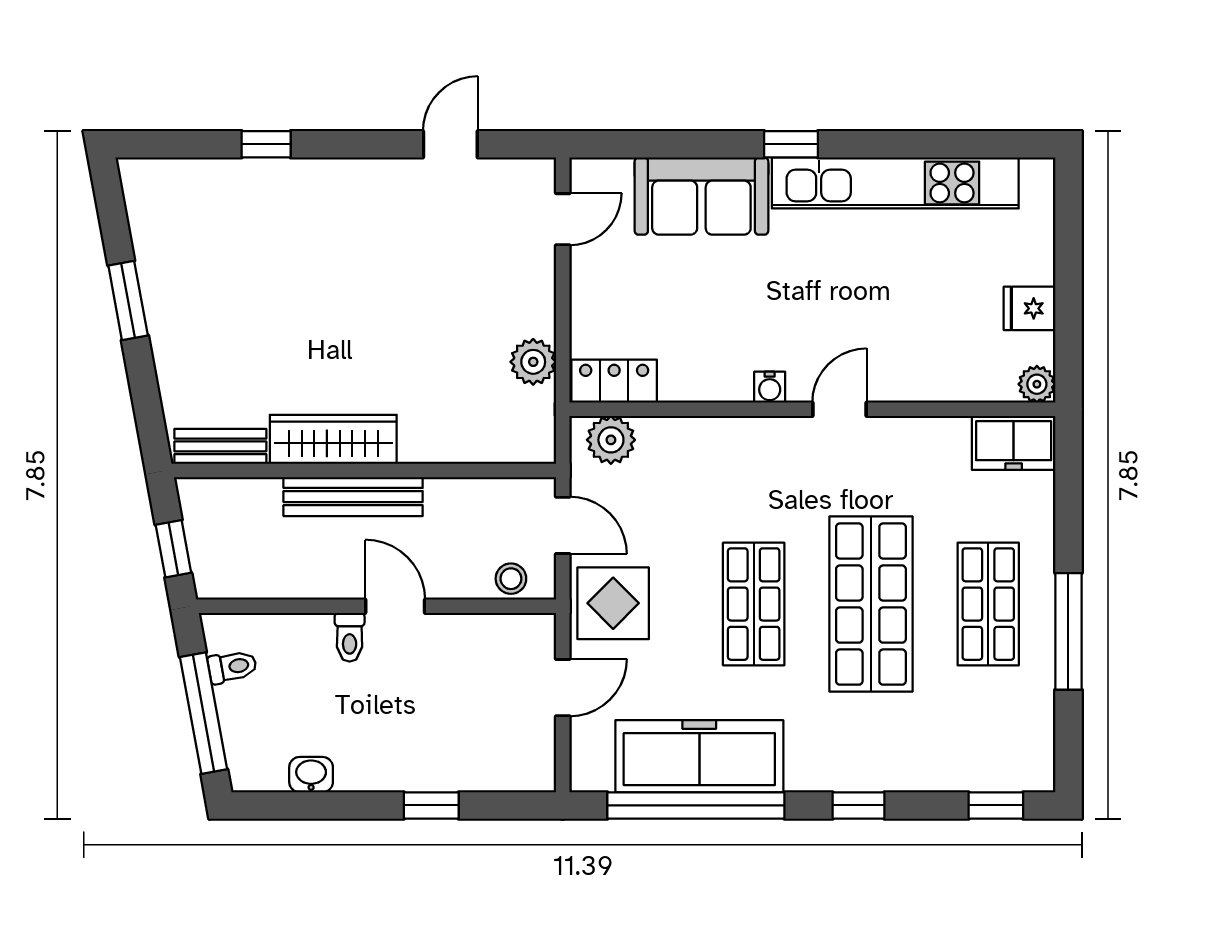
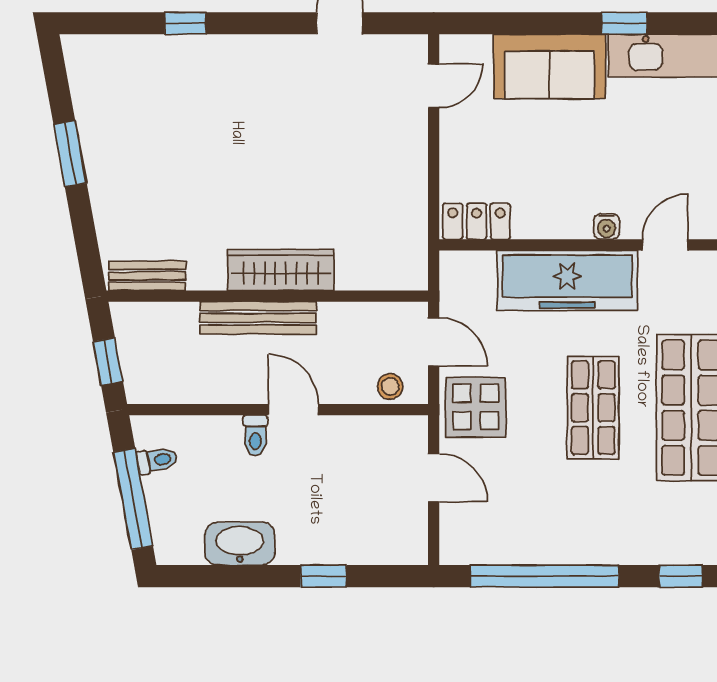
plant: (533, 362) -> (409, 205), removed
wardrobe: (333, 439) -> (281, 270), moved
plant: (611, 440) -> (474, 270), removed
door: (563, 688) -> (434, 478), hinge flipped
freezer: (699, 756) -> (567, 280), moved, turned 180
washbasin: (311, 775) -> (240, 544), width x1.91, depth x1.45

